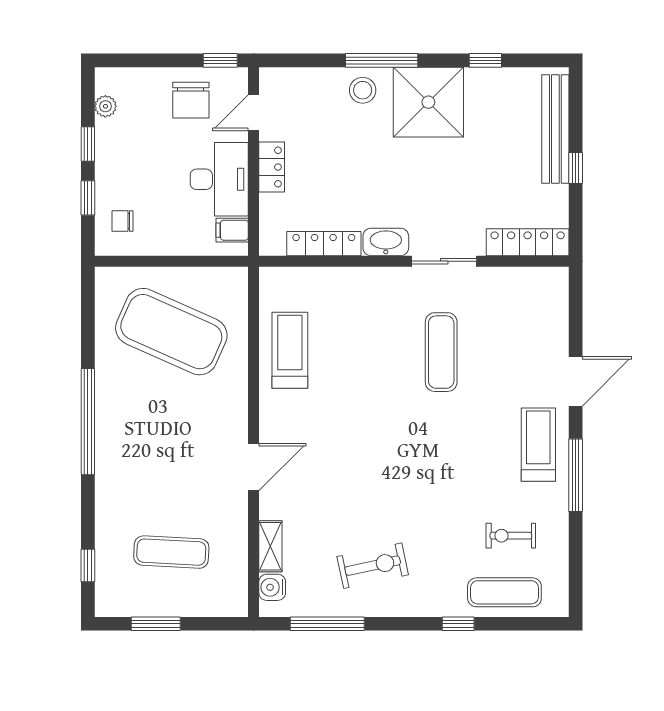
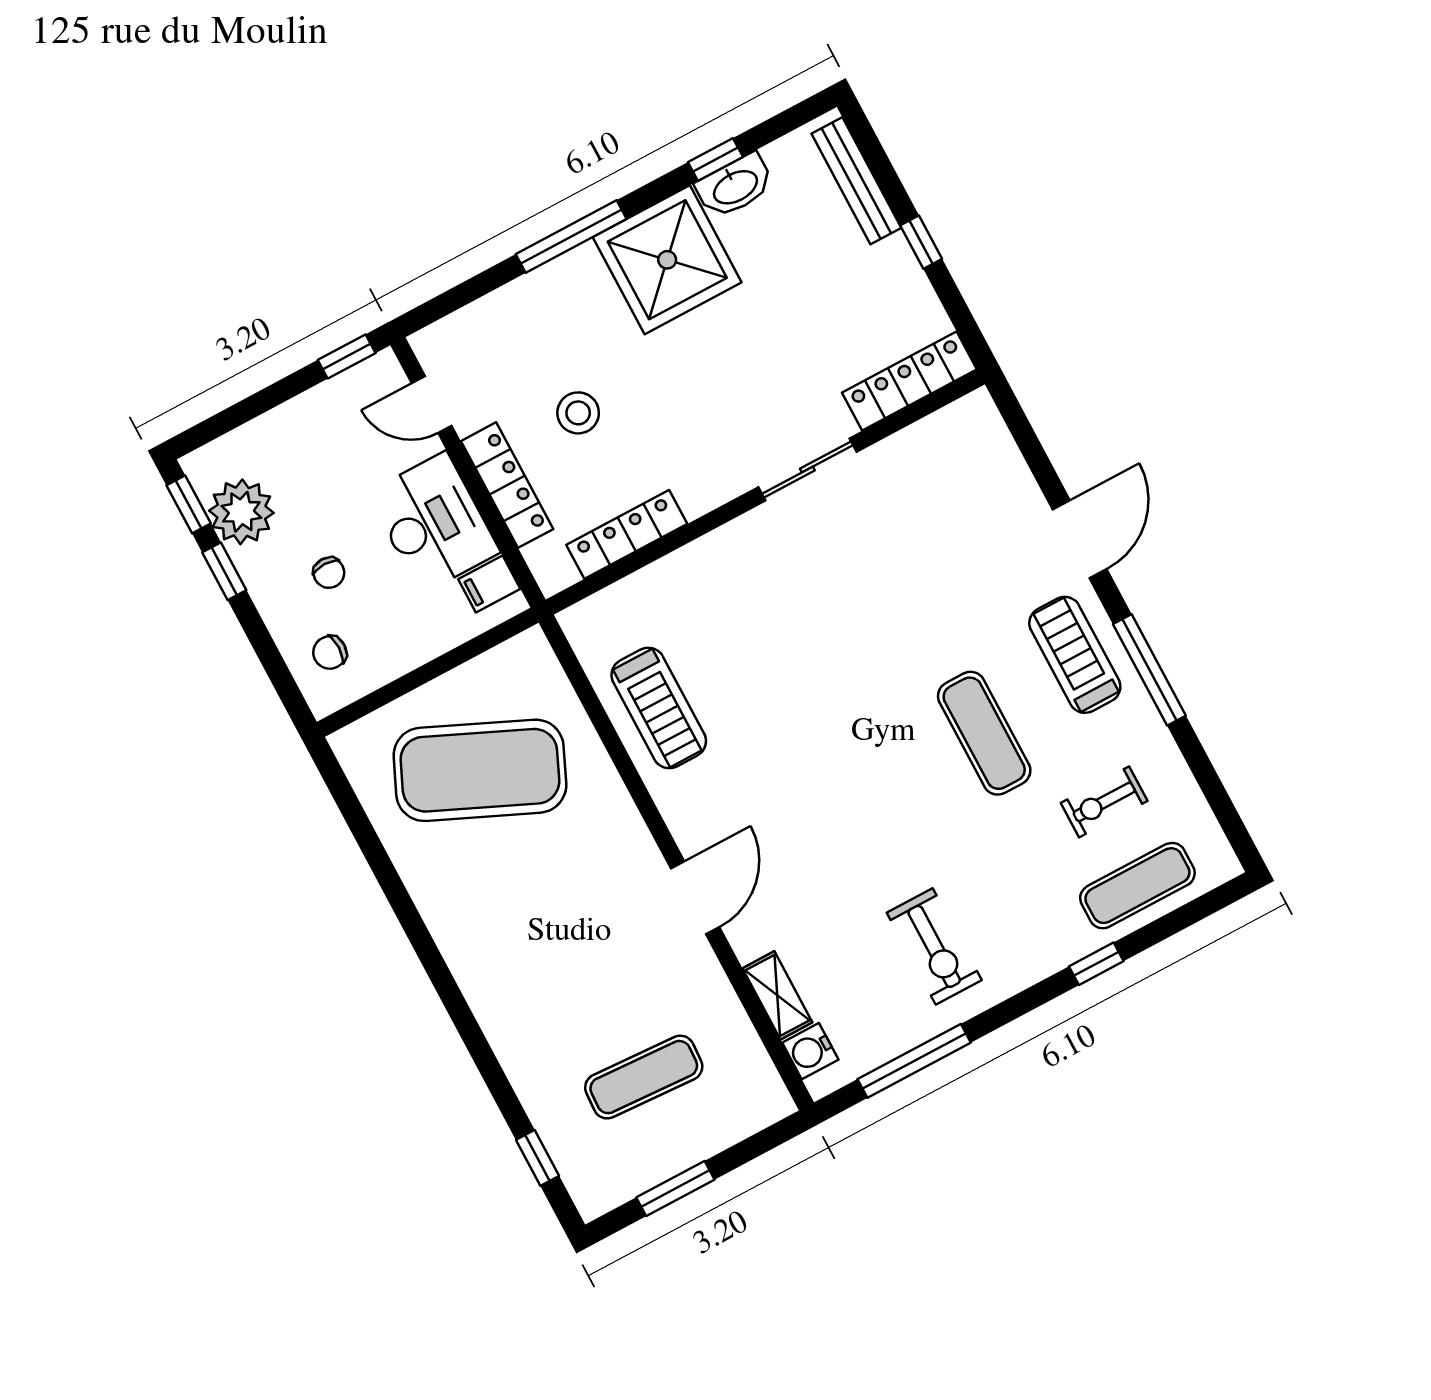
stool: (363, 90) -> (578, 413), moved
chair: (191, 100) -> (329, 573), moved, width x0.54, depth x0.54
plant: (105, 106) -> (241, 512), width x1.87, depth x1.87
door: (254, 113) -> (432, 404), hinge flipped
bench: (555, 129) -> (856, 181), width x0.73, depth x0.82
locker: (272, 167) -> (507, 485), width x1.53
window: (88, 198) -> (189, 504), moved
washbasin: (386, 242) -> (735, 186), moved, turned 180
treadmill: (290, 350) -> (659, 708), turned 180
exercise mat: (441, 352) -> (984, 733), moved
window: (88, 422) -> (431, 958), removed
exercise bike: (373, 566) -> (934, 946), turned 102

